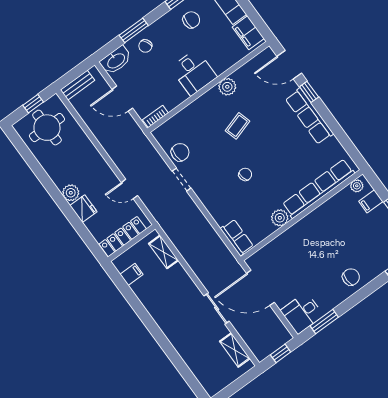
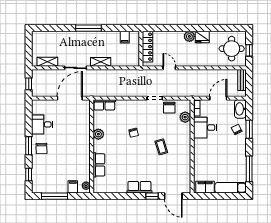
chair: (191, 20) -> (233, 163), removed
door: (289, 65) -> (173, 196), swing flipped
desk: (194, 72) -> (205, 128), moved
plant: (227, 87) -> (185, 117), moved
row of seats: (309, 116) -> (139, 187), width x0.68
door: (129, 189) -> (169, 68), hinge flipped
row of seats: (318, 189) -> (99, 165), width x0.50
fridge: (83, 209) -> (202, 37), moved
shelving: (164, 252) -> (101, 62), moved
desk: (302, 313) -> (42, 124), moved, turned -90
window: (324, 322) -> (29, 146), moved
window: (154, 329) -> (88, 28), added

